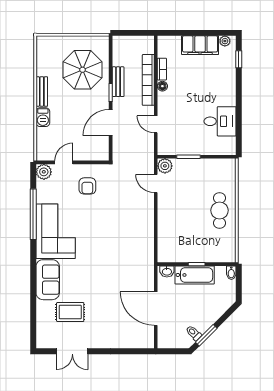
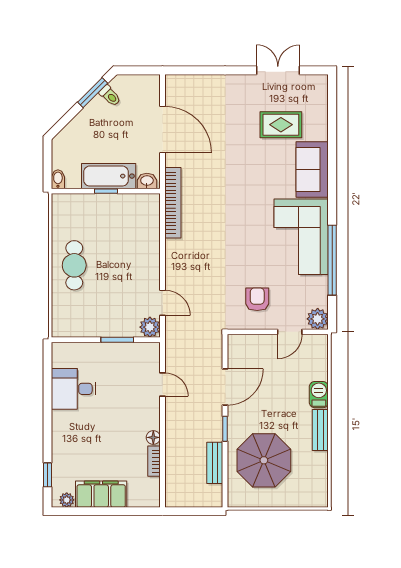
bookcase: (148, 80) -> (173, 203), moved
bench: (118, 82) -> (215, 463), moved

